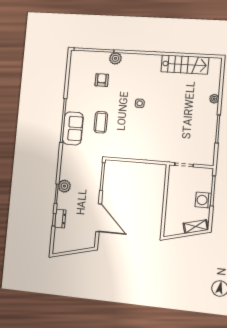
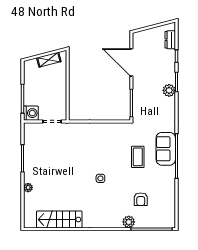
washing machine: (203, 200) -> (31, 113), moved
dresser: (60, 219) -> (170, 40), moved
shelving: (196, 227) -> (49, 60), moved

